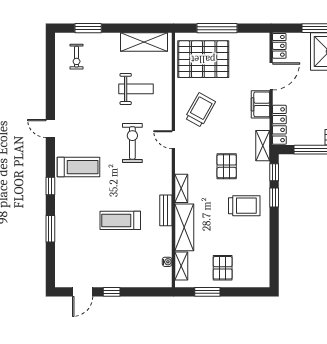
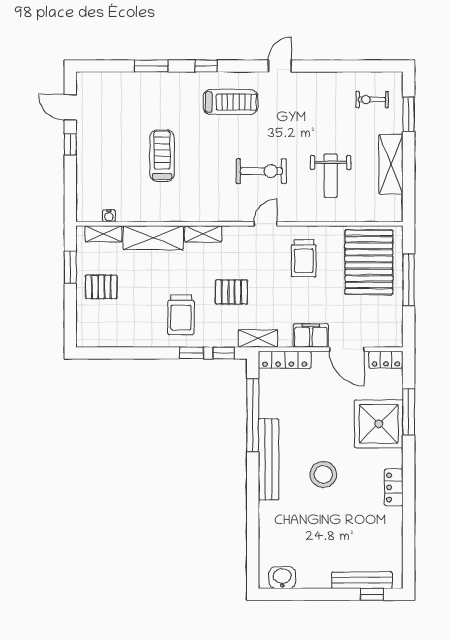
shelving: (144, 42) -> (391, 164), moved
trolley: (200, 110) -> (304, 258), turned 61
treadmill: (78, 167) -> (230, 102), turned -90
bench: (166, 210) -> (175, 214), removed

